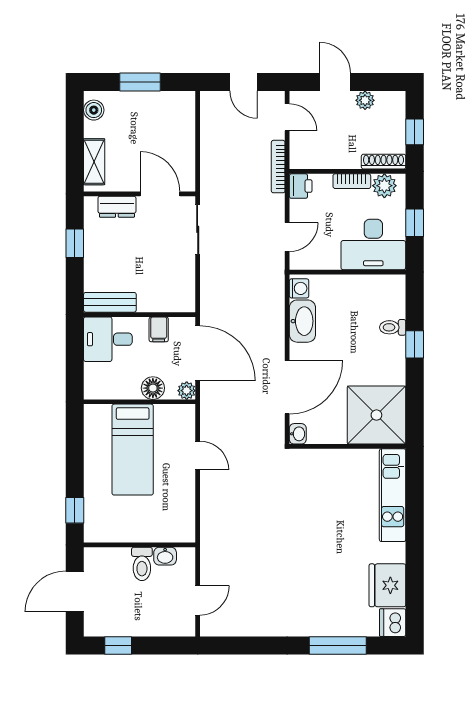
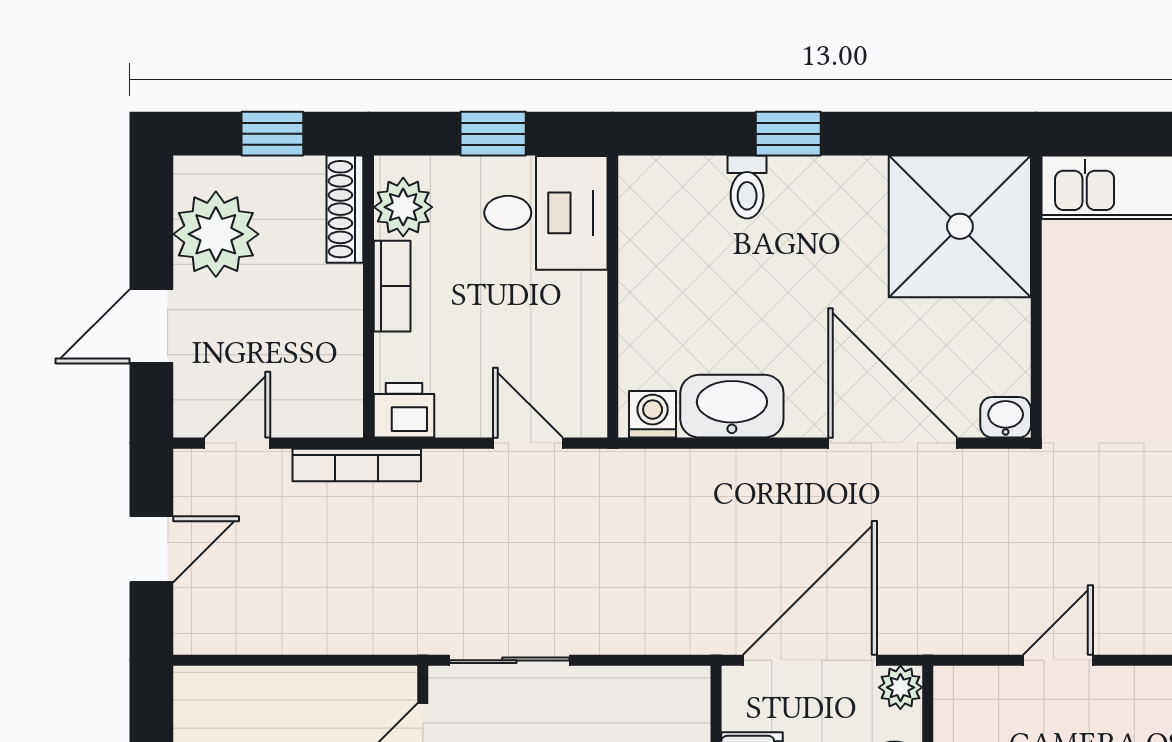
plant: (365, 100) -> (216, 234), width x1.87, depth x1.87
desk: (373, 244) -> (546, 213), width x0.73

